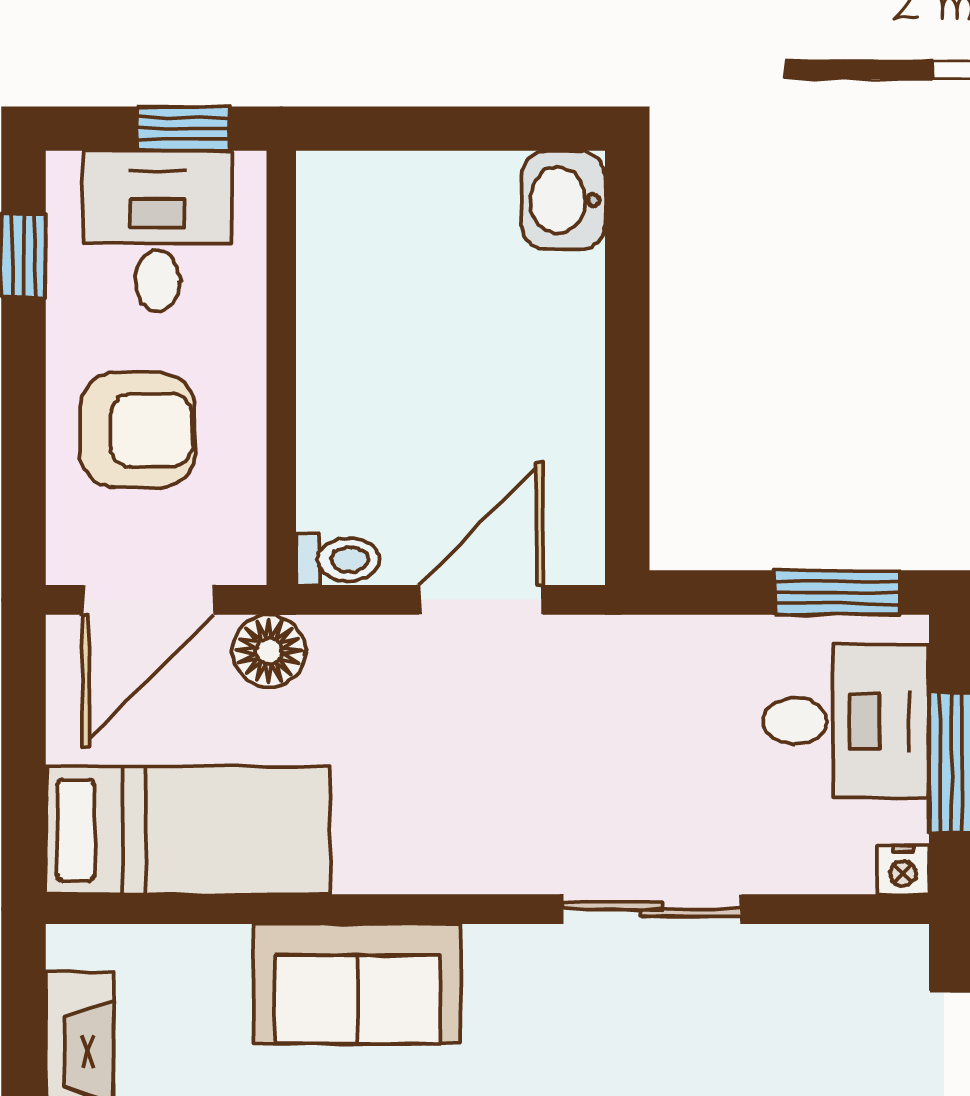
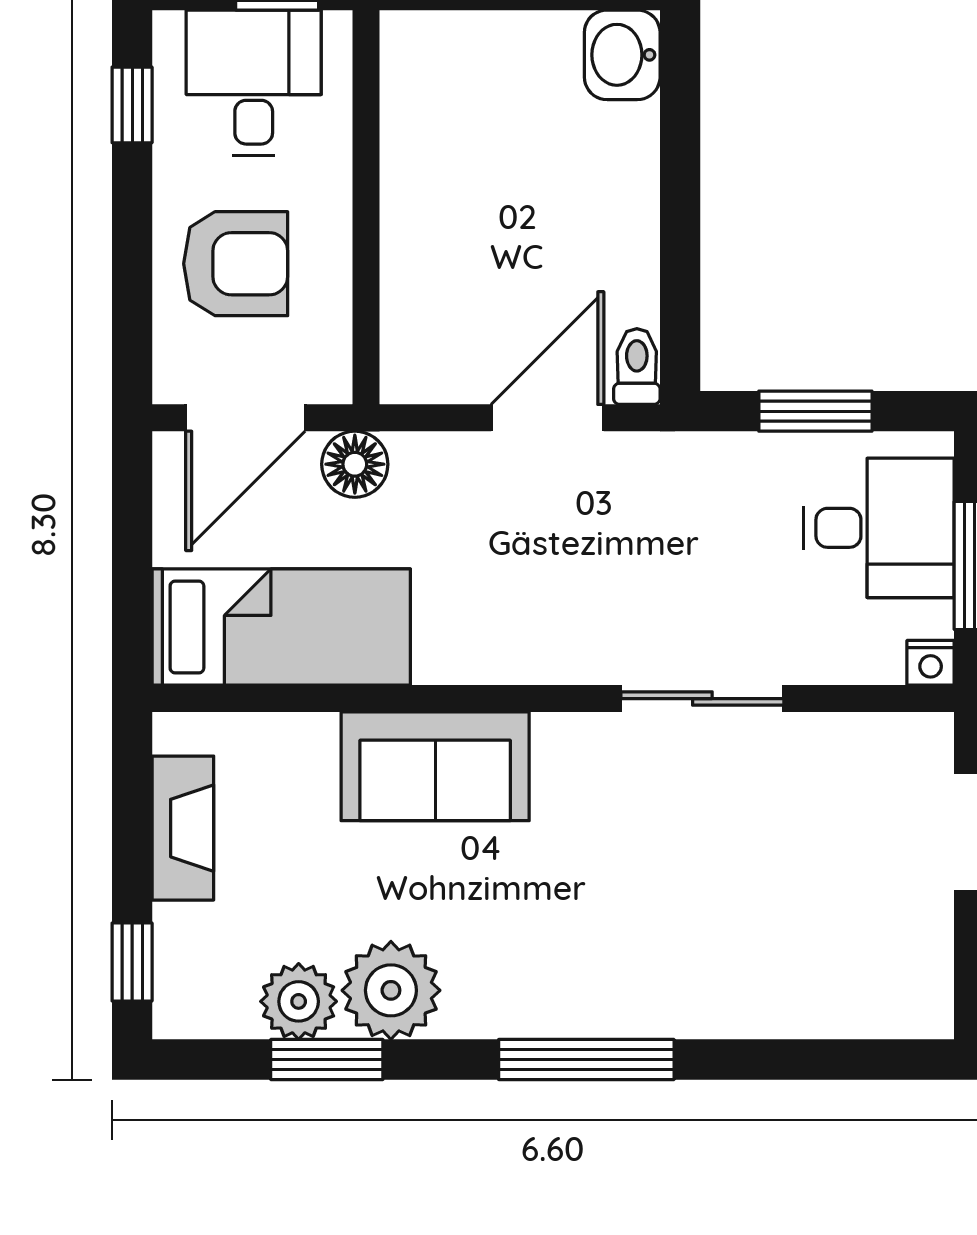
toilet: (338, 559) -> (637, 366), moved, turned -90
window: (837, 592) -> (815, 411), moved

